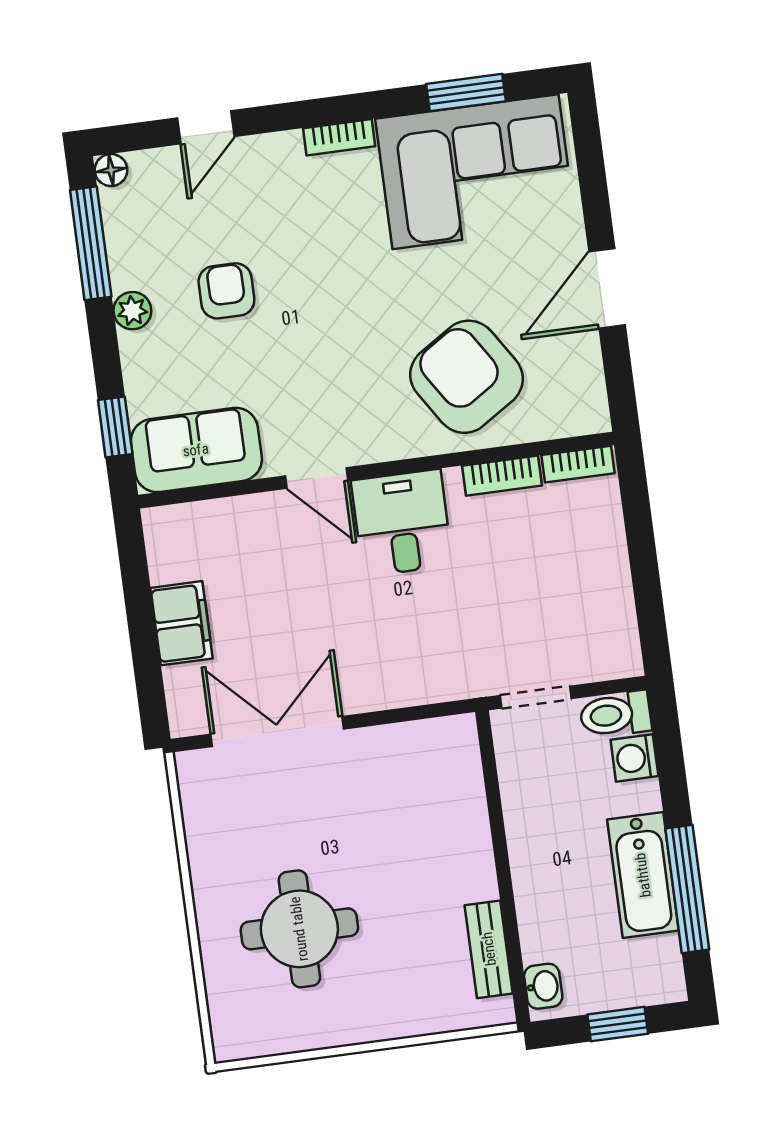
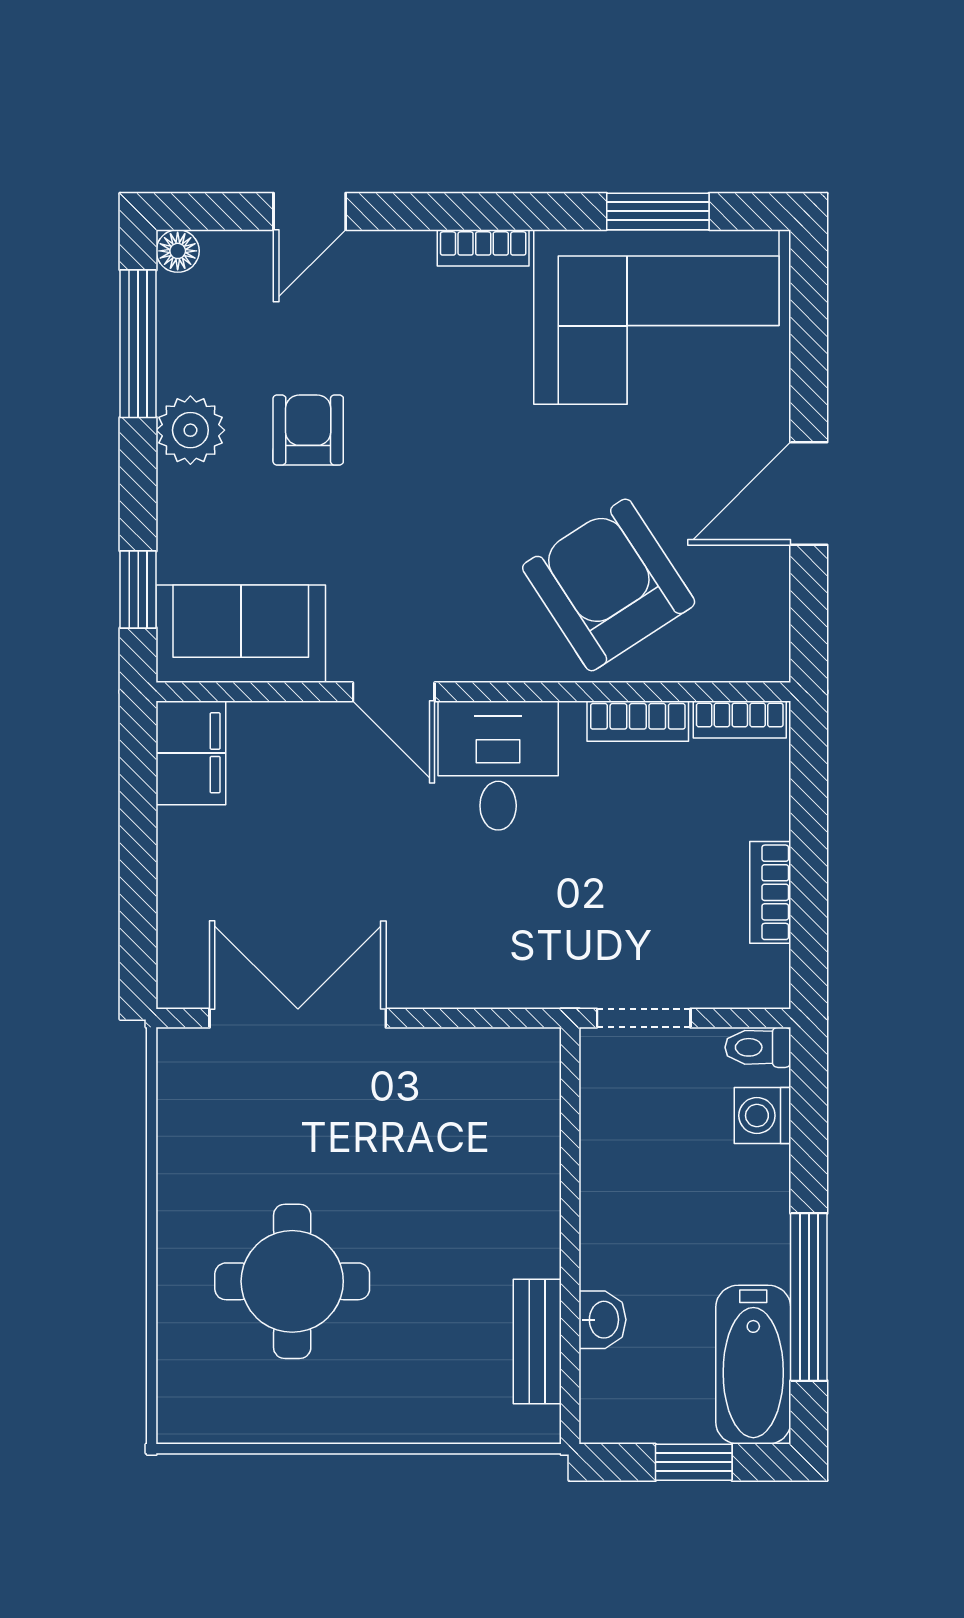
plant: (132, 311) -> (190, 430), width x1.38, depth x1.38
bookcase: (618, 590) -> (770, 892), added
filing cabinet: (182, 623) -> (191, 753), moved
toilet: (615, 714) -> (758, 1047), width x0.73, depth x0.72
bathtub: (643, 875) -> (753, 1365), moved
washbasin: (543, 986) -> (603, 1320), moved

